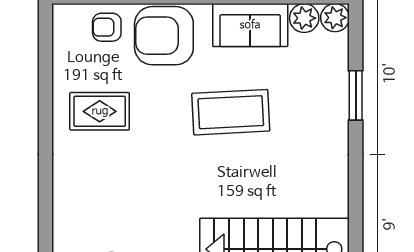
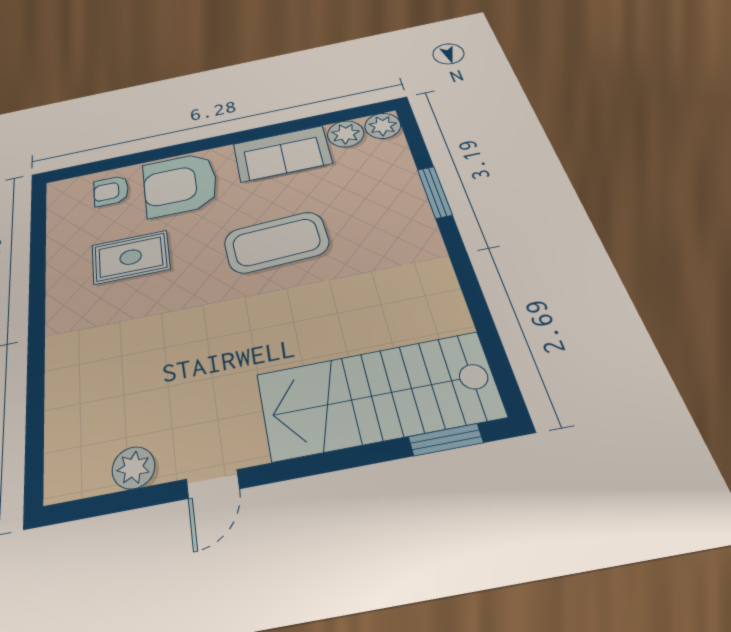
rug: (100, 111) -> (131, 257), moved

